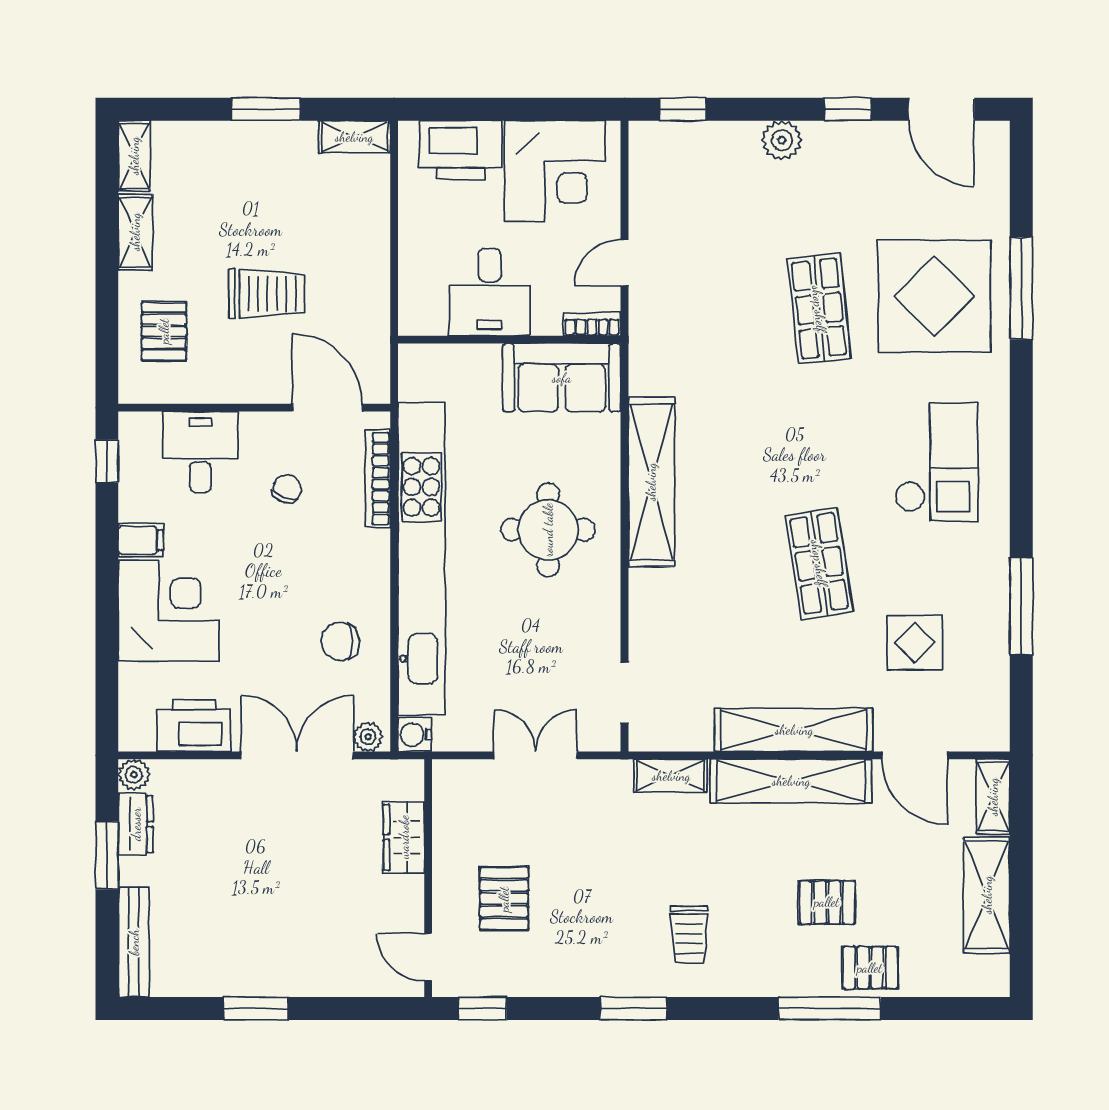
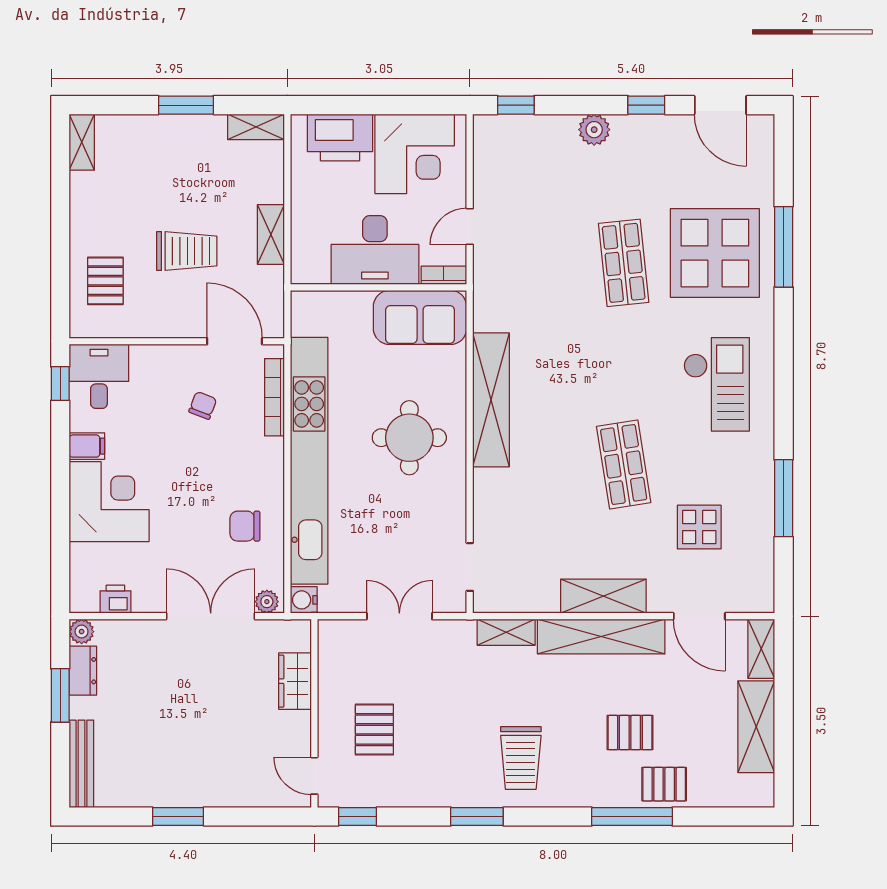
shelving: (135, 232) -> (271, 234), moved
desk: (490, 292) -> (375, 250), width x1.37
desk: (200, 452) -> (99, 376), moved
printer: (194, 725) -> (115, 599), width x0.53, depth x0.68
shelving: (794, 730) -> (603, 596), width x0.68
trolley: (689, 935) -> (521, 758), width x1.36, depth x1.39

